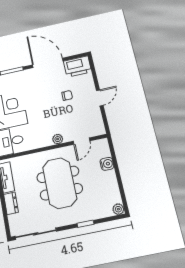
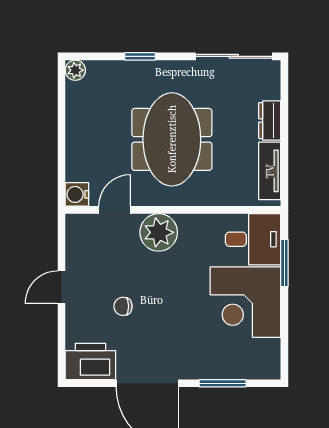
plant: (58, 139) -> (159, 232), width x1.88, depth x1.88
water cooler: (107, 164) -> (77, 194), moved

